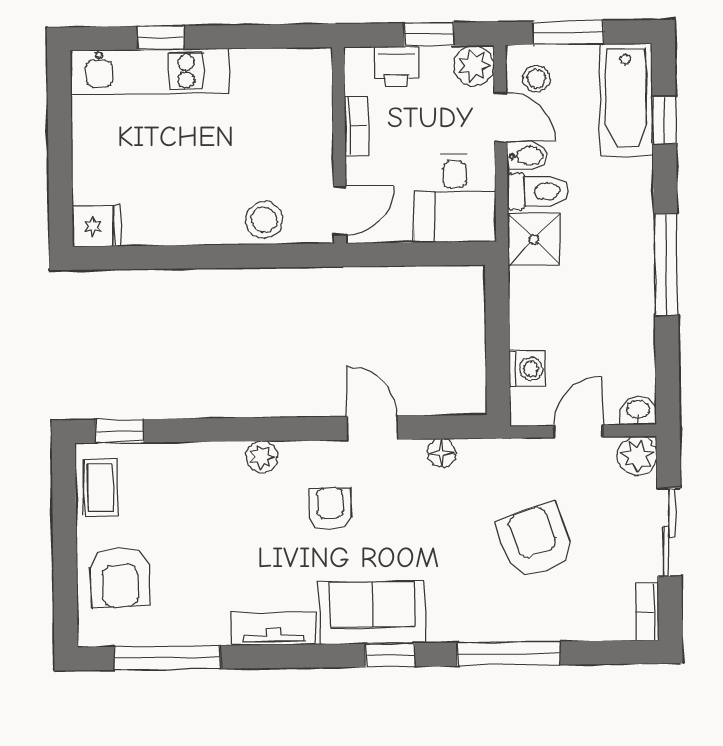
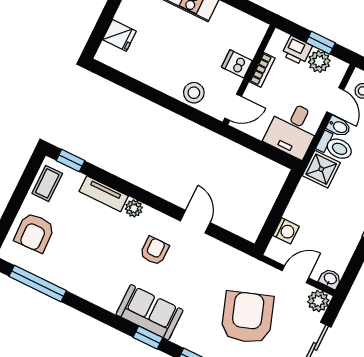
plant: (474, 66) -> (319, 61), moved
dishwasher: (310, 137) -> (237, 64), added
fridge: (97, 226) -> (119, 35), moved
floor lamp: (441, 453) -> (223, 251), removed
armchair: (535, 541) -> (247, 317), width x1.36, depth x1.36
tv unit: (274, 629) -> (104, 194), moved, turned 180

